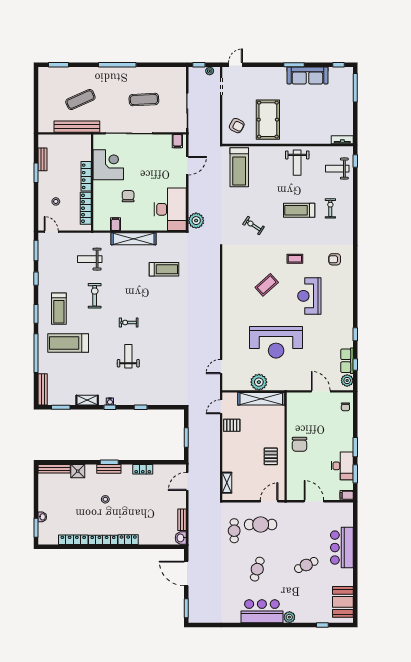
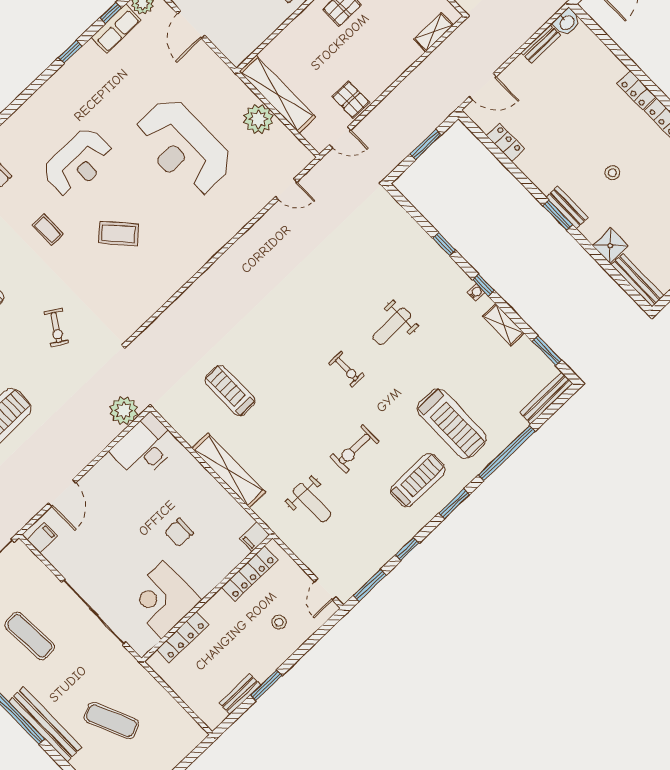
bench: (77, 127) -> (45, 724), moved
door: (187, 166) -> (62, 493), swing flipped
locker: (86, 176) -> (183, 637), moved
desk: (170, 209) -> (145, 447), width x0.73, depth x0.77
filing cabinet: (115, 224) -> (255, 537), moved
reception desk: (276, 342) -> (183, 147), turned 180
locker: (143, 469) -> (505, 142), moved

